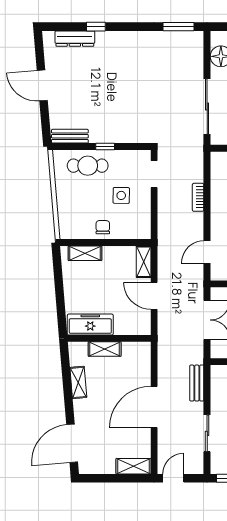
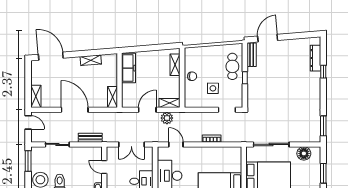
door: (42, 85) -> (268, 38), moved
plant: (167, 266) -> (167, 118), added
shelving: (105, 349) -> (113, 97), moved

